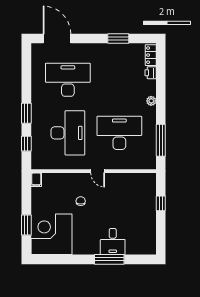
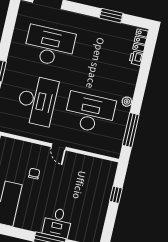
plant: (151, 101) -> (127, 102), moved

